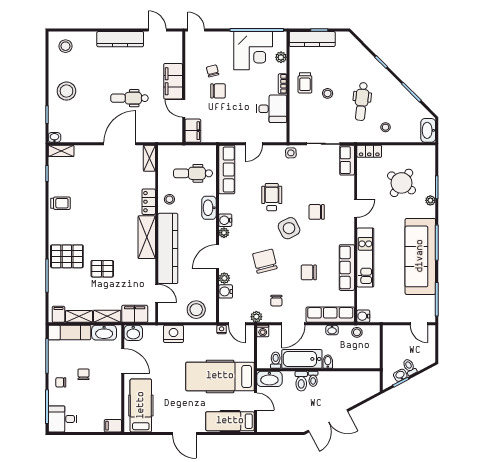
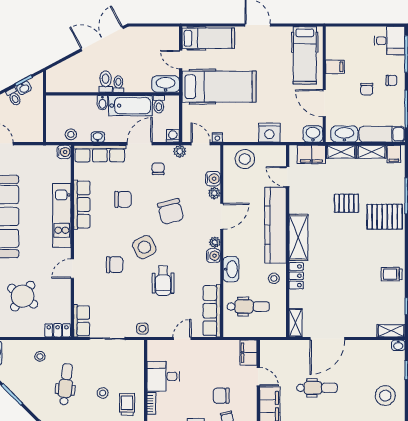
toilet: (301, 381) -> (106, 82), moved
filing cabinet: (113, 426) -> (335, 67), moved

